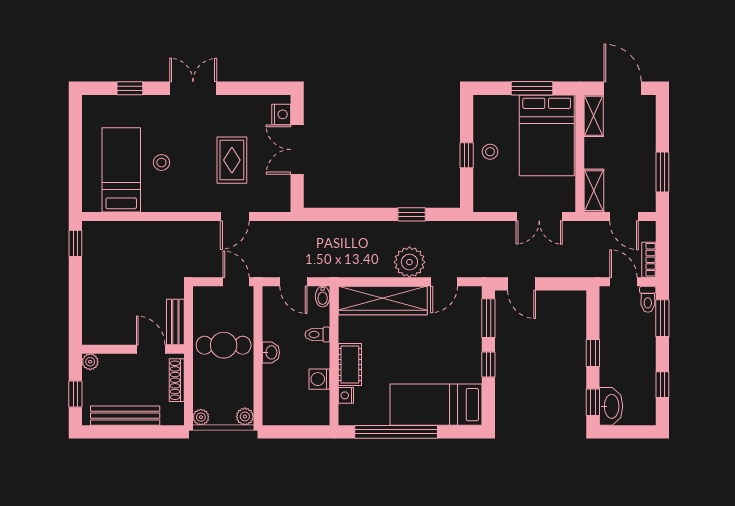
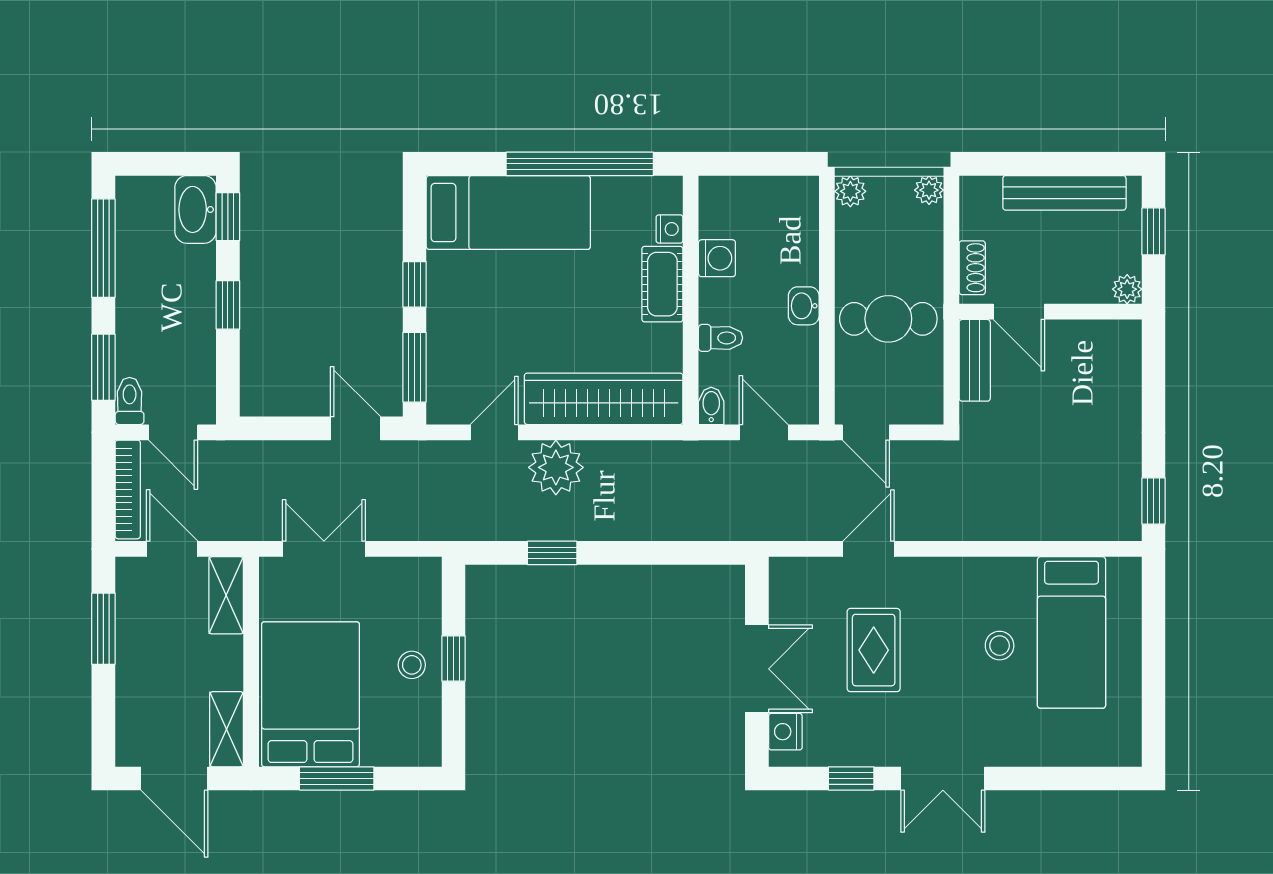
window: (130, 88) -> (851, 778), moved
bookcase: (649, 260) -> (128, 489), width x1.56
shoe rack: (177, 380) -> (972, 268), width x0.70
window: (662, 385) -> (103, 248), width x2.17

